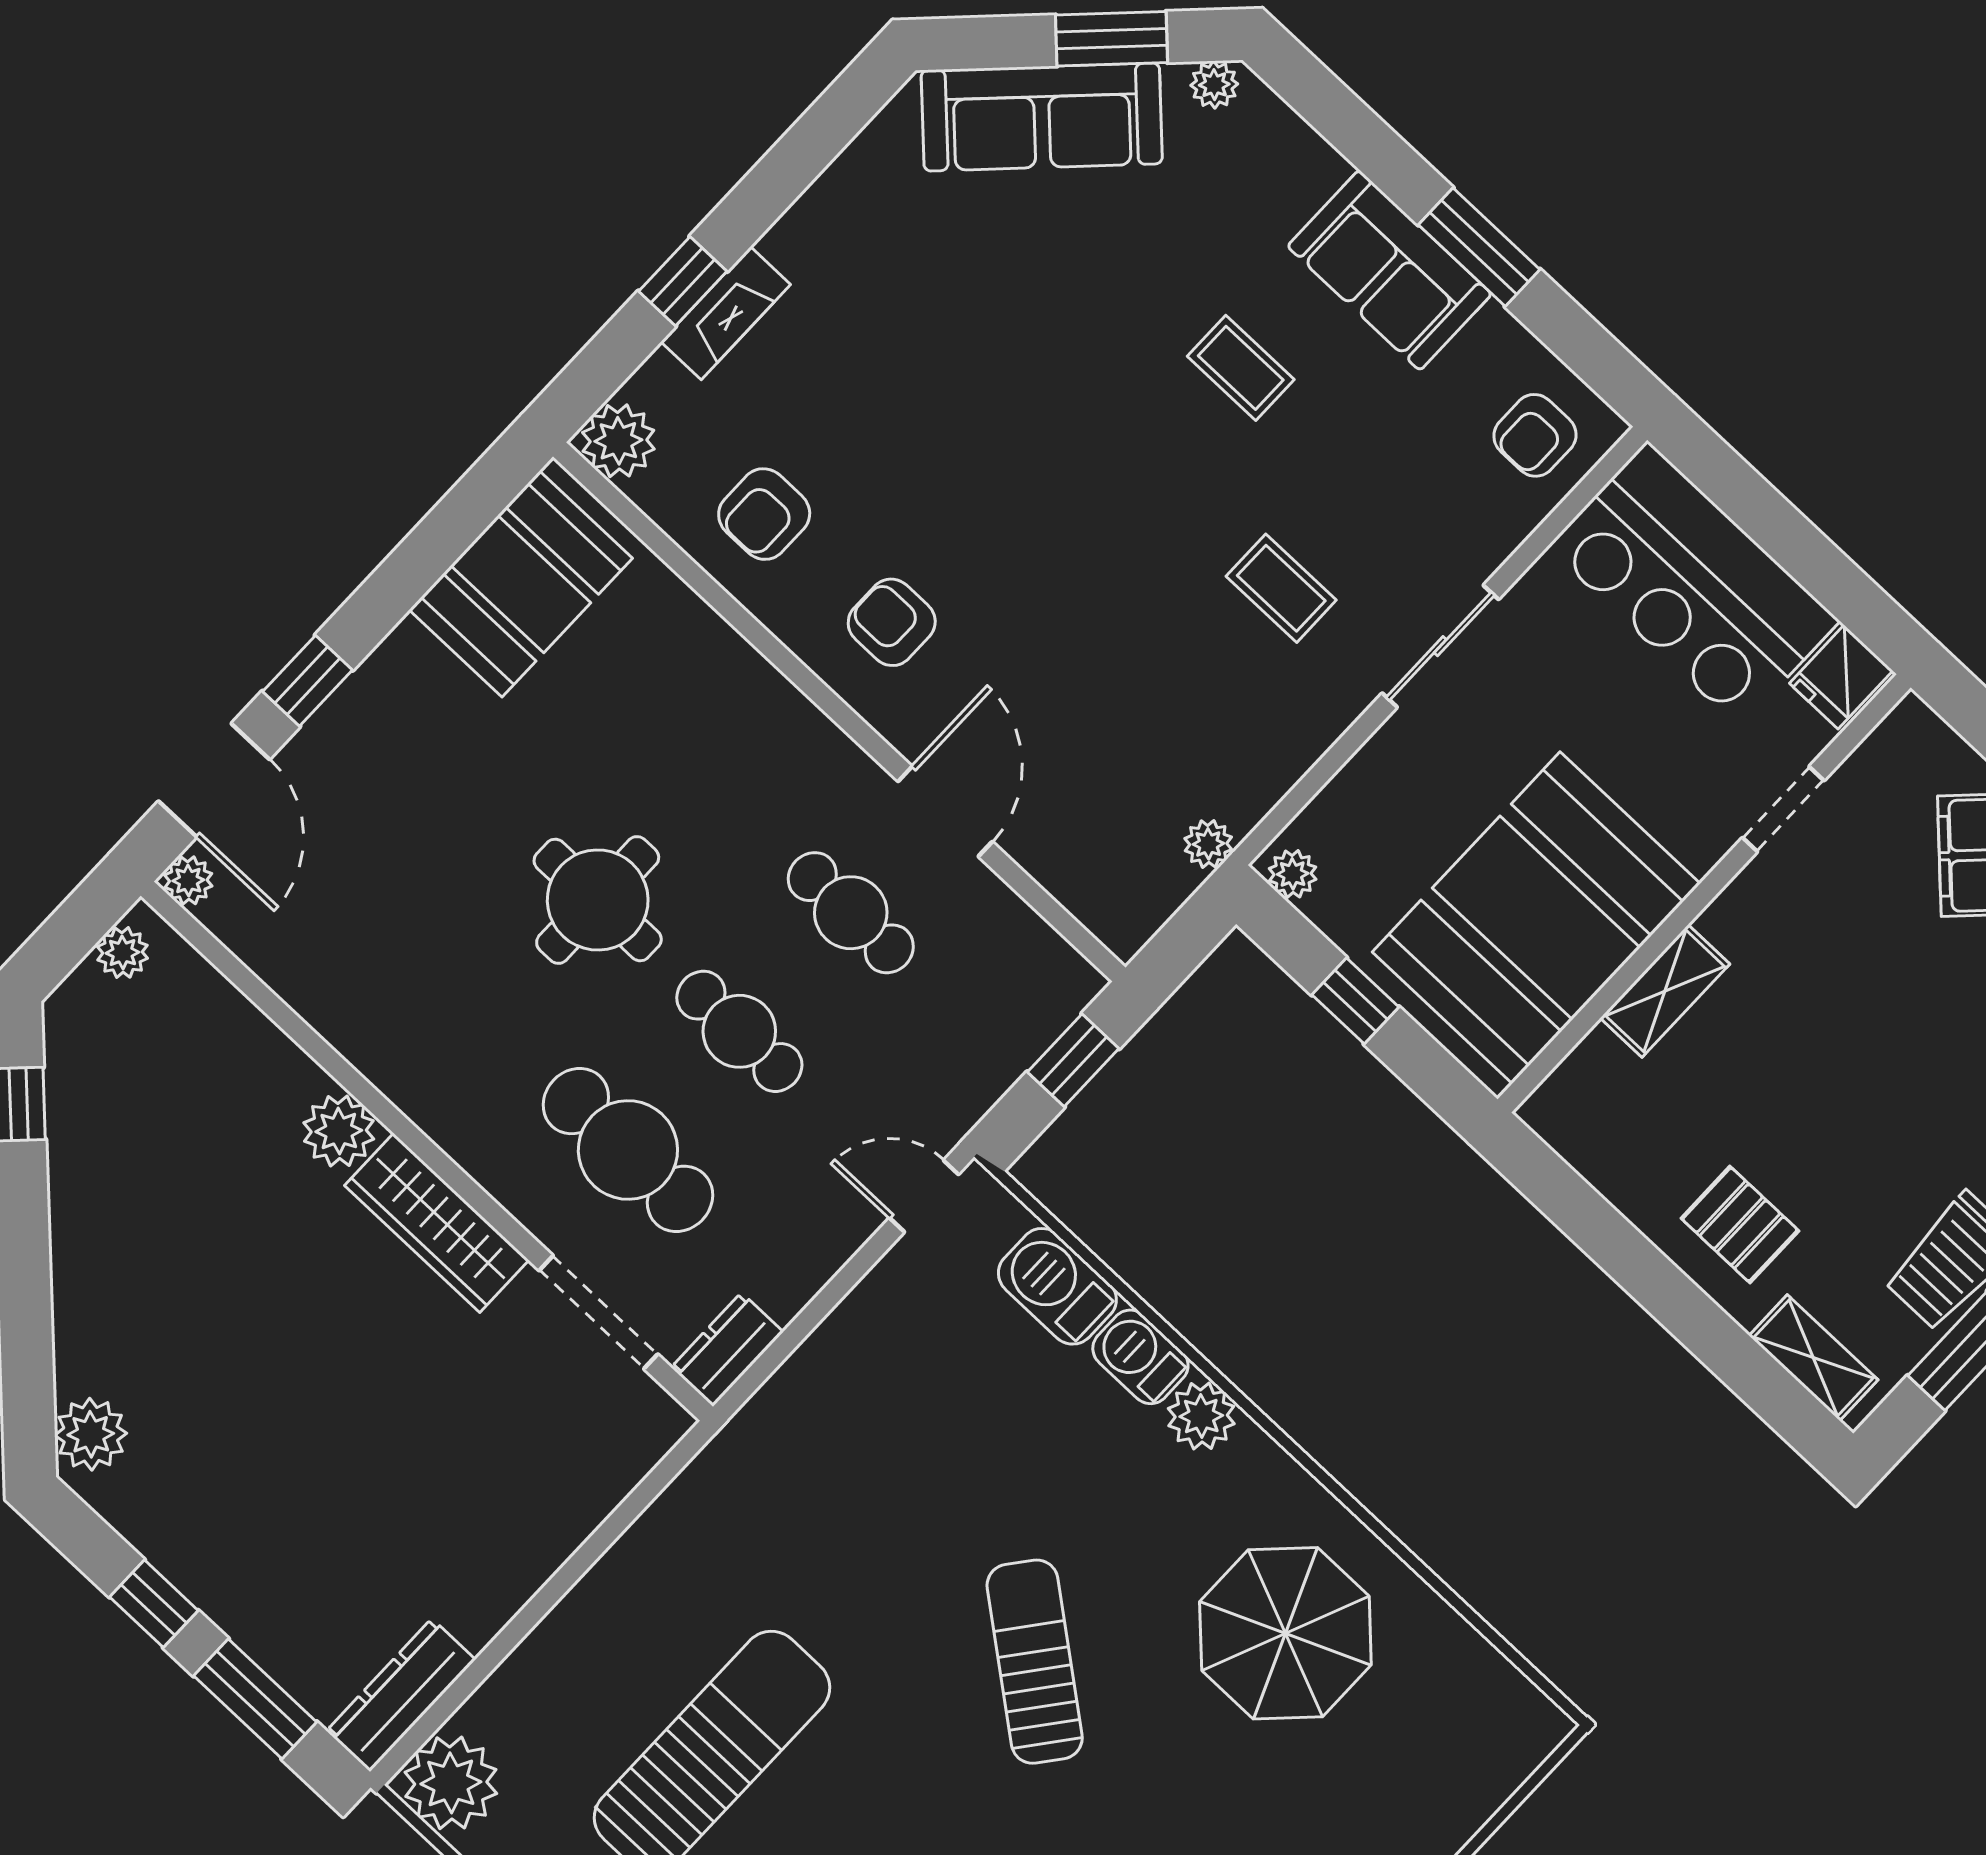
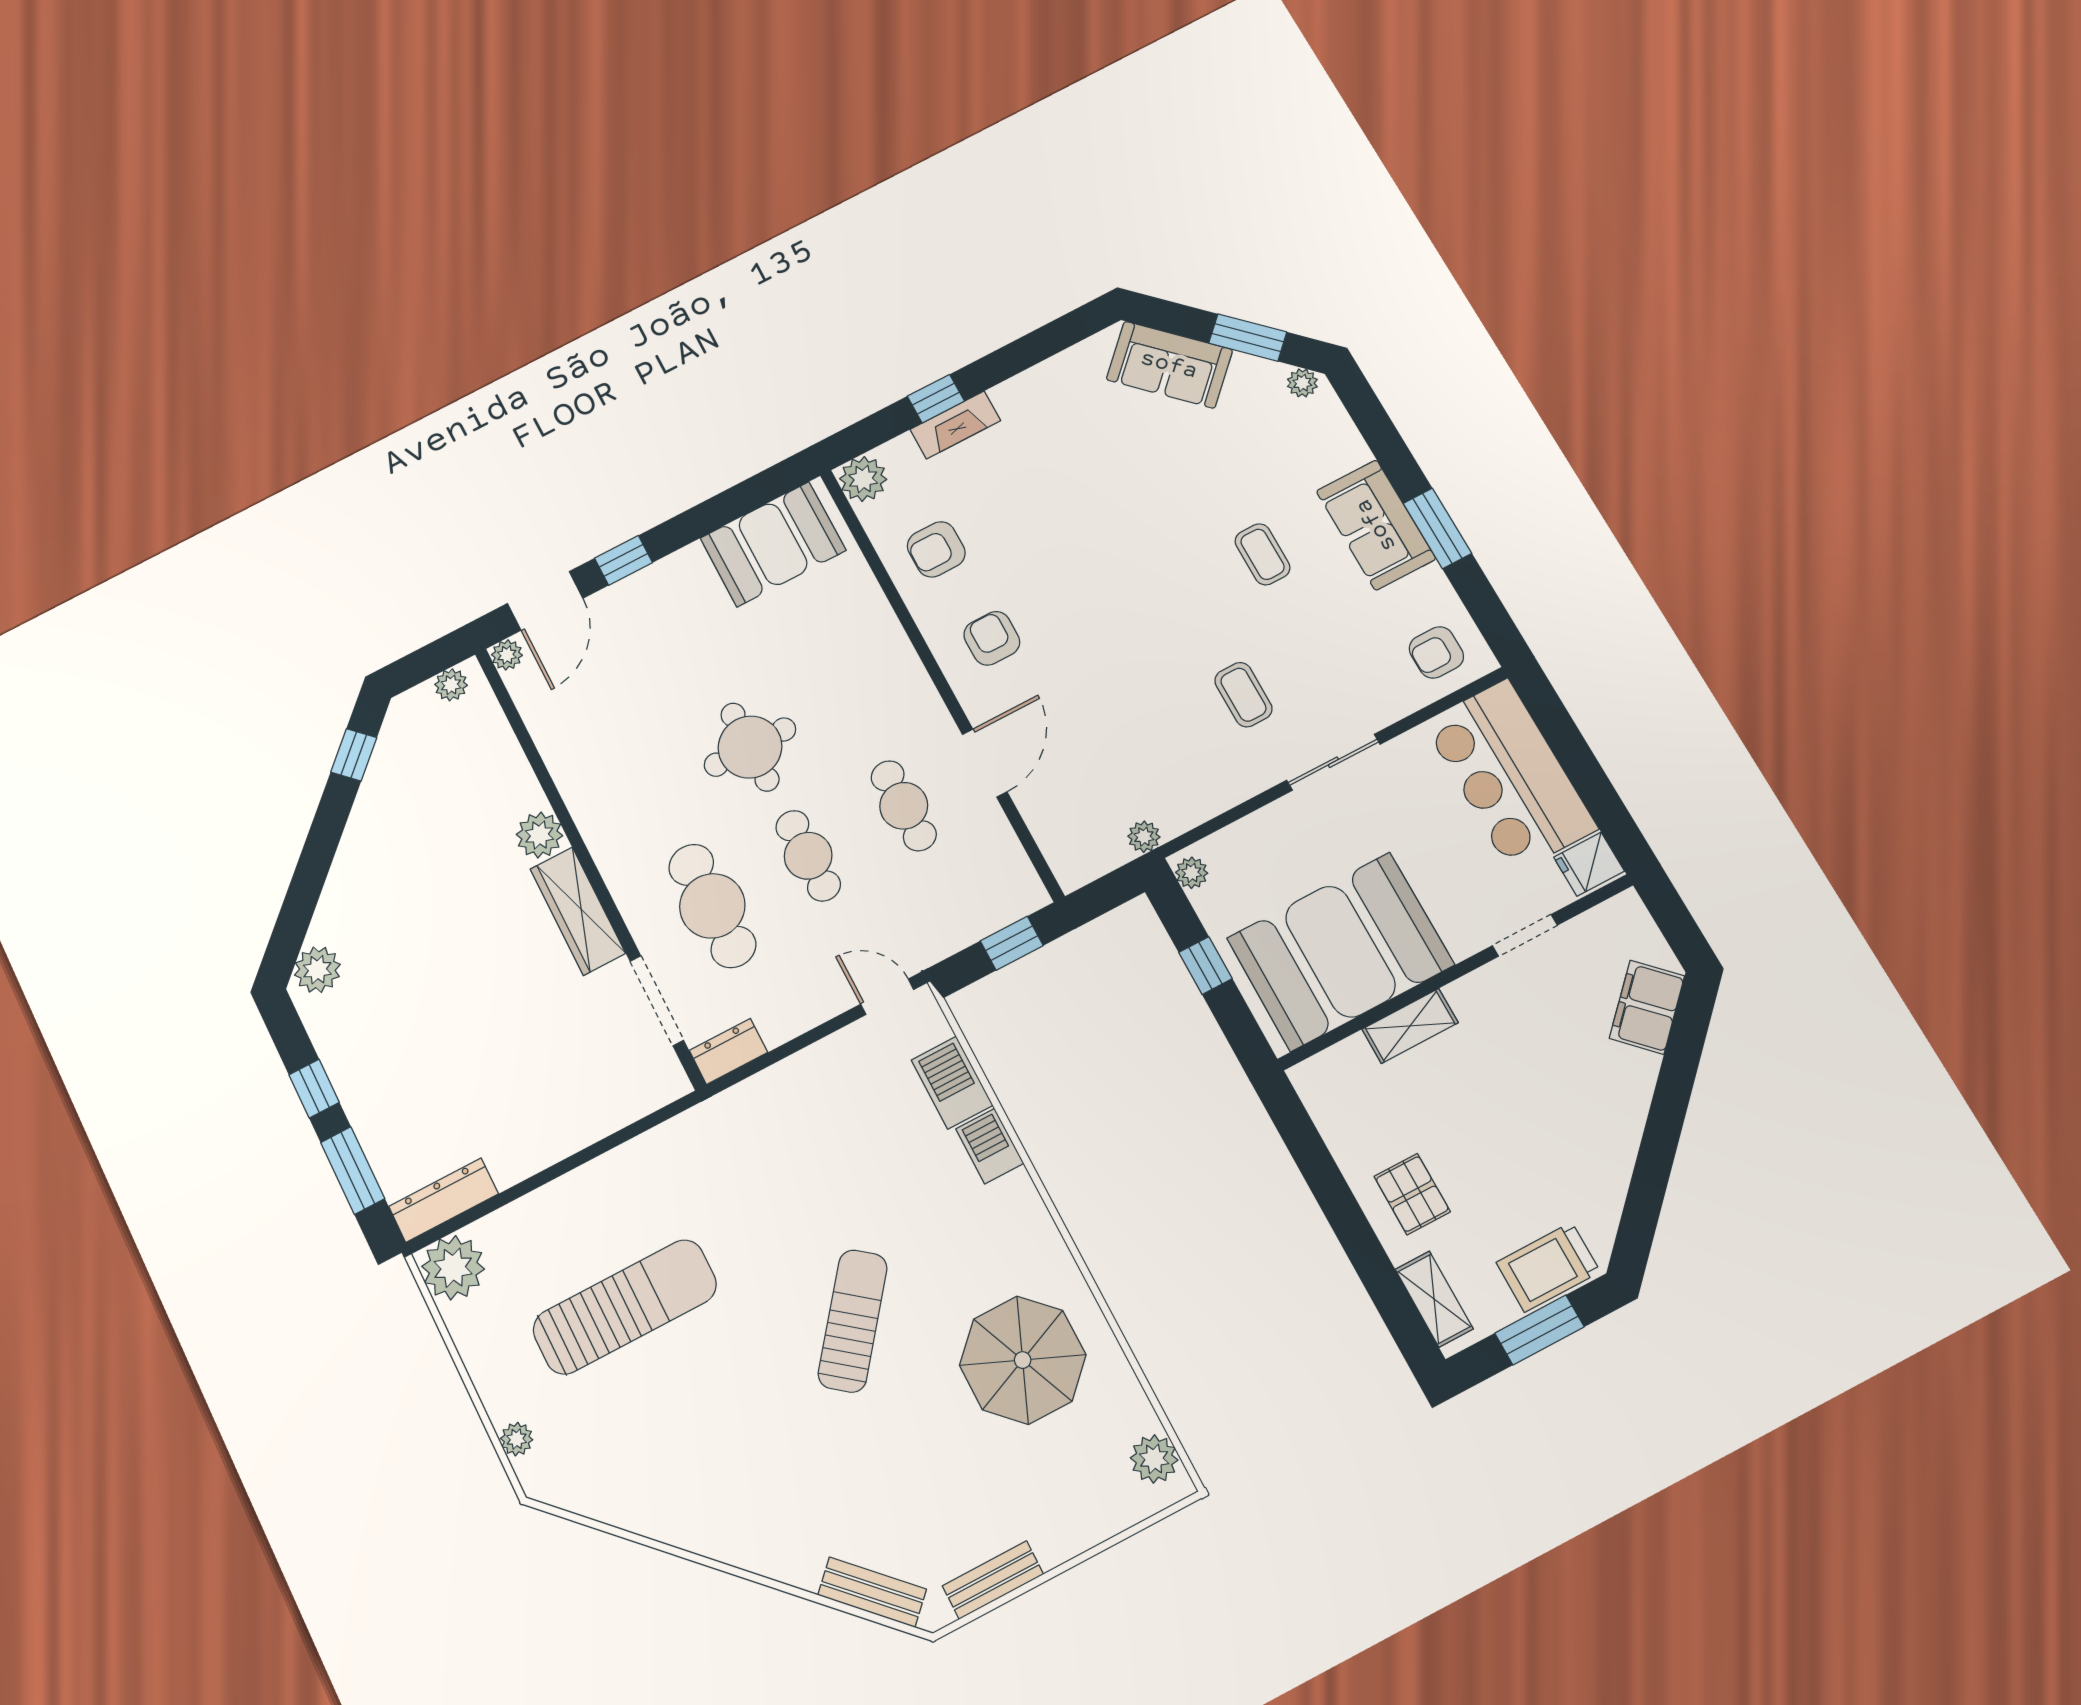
sofa: (1042, 117) -> (1169, 365), width x0.73
plant: (1201, 1416) -> (1154, 1459), moved

